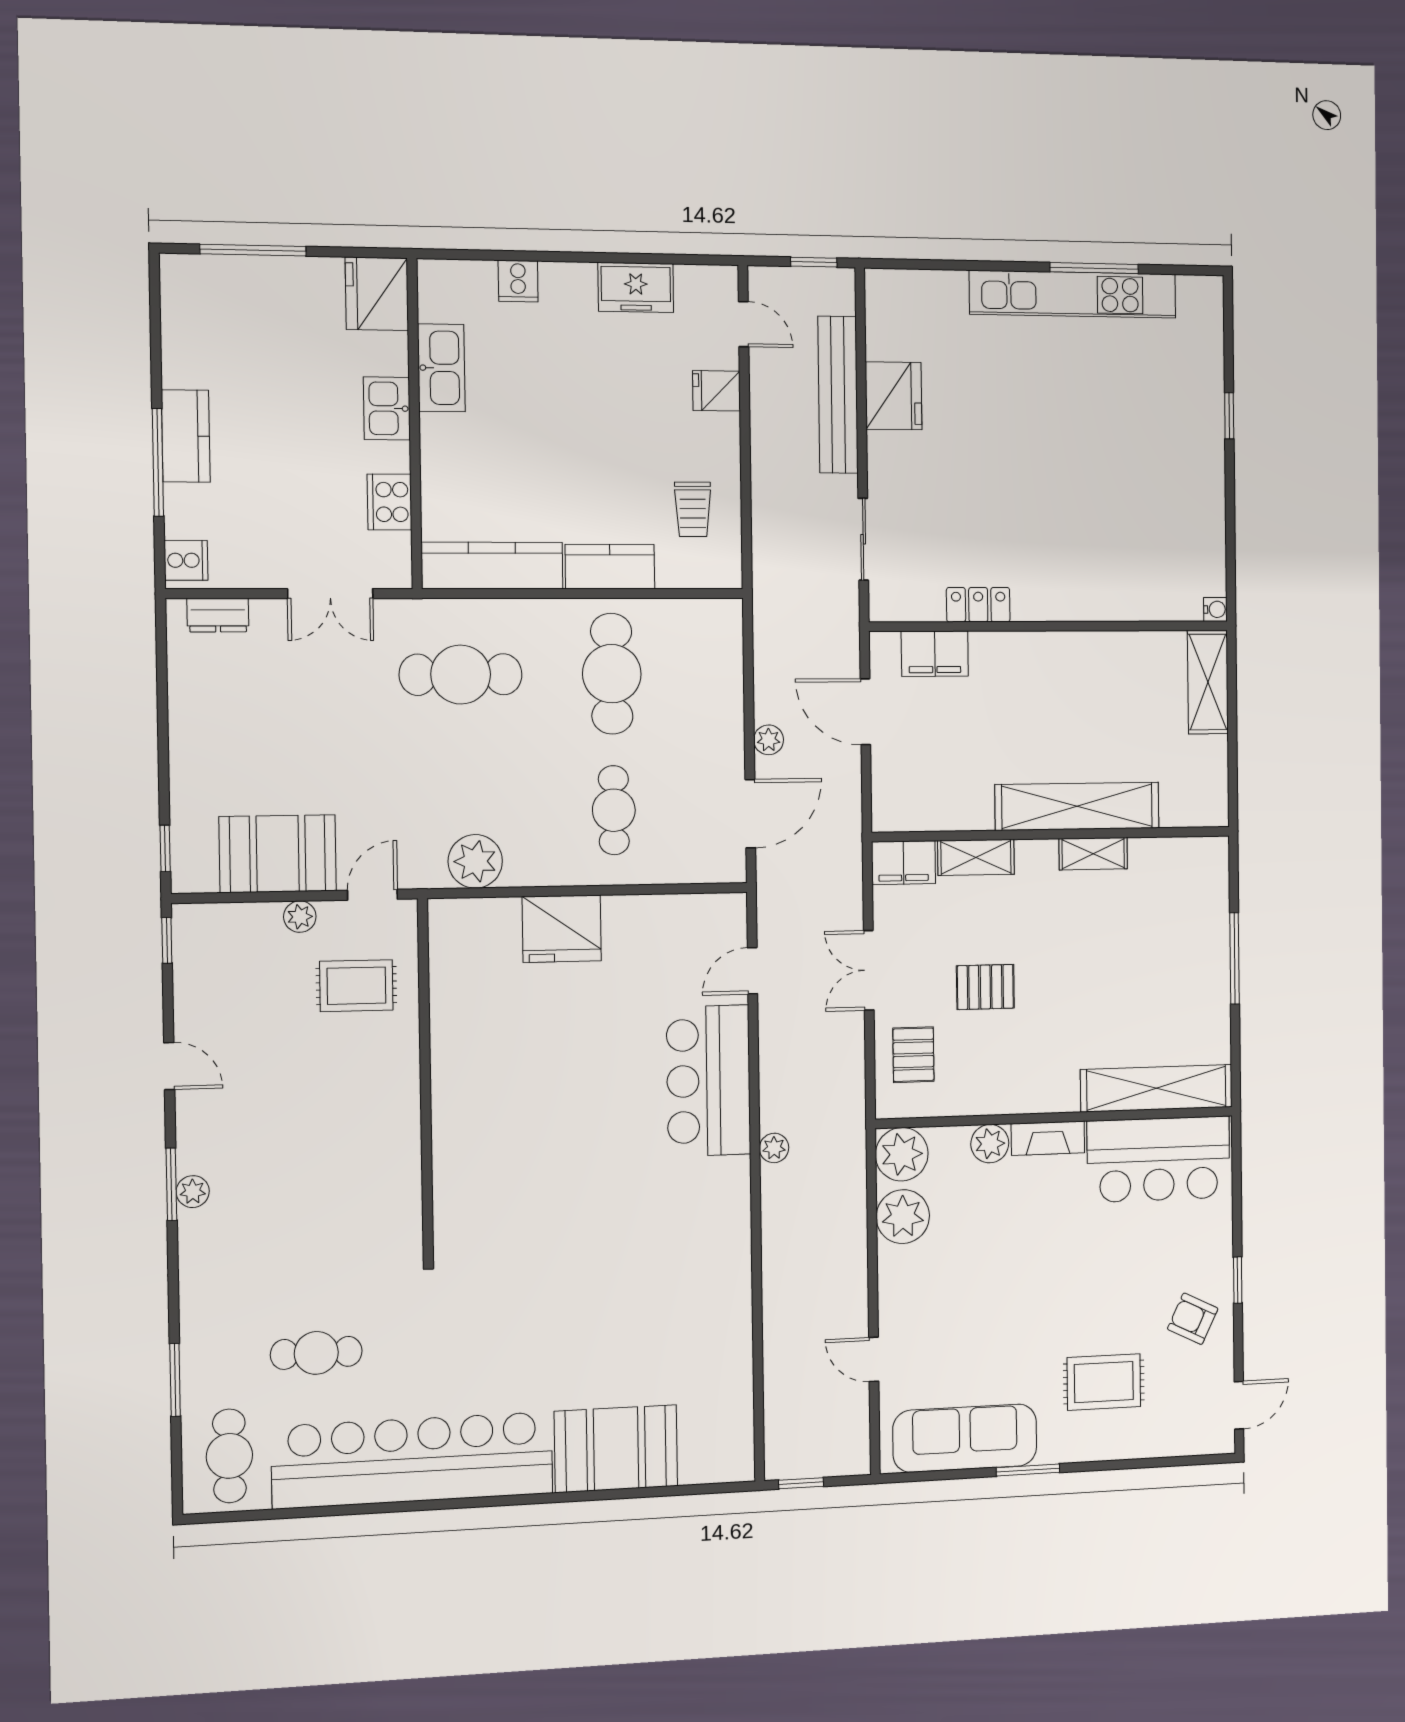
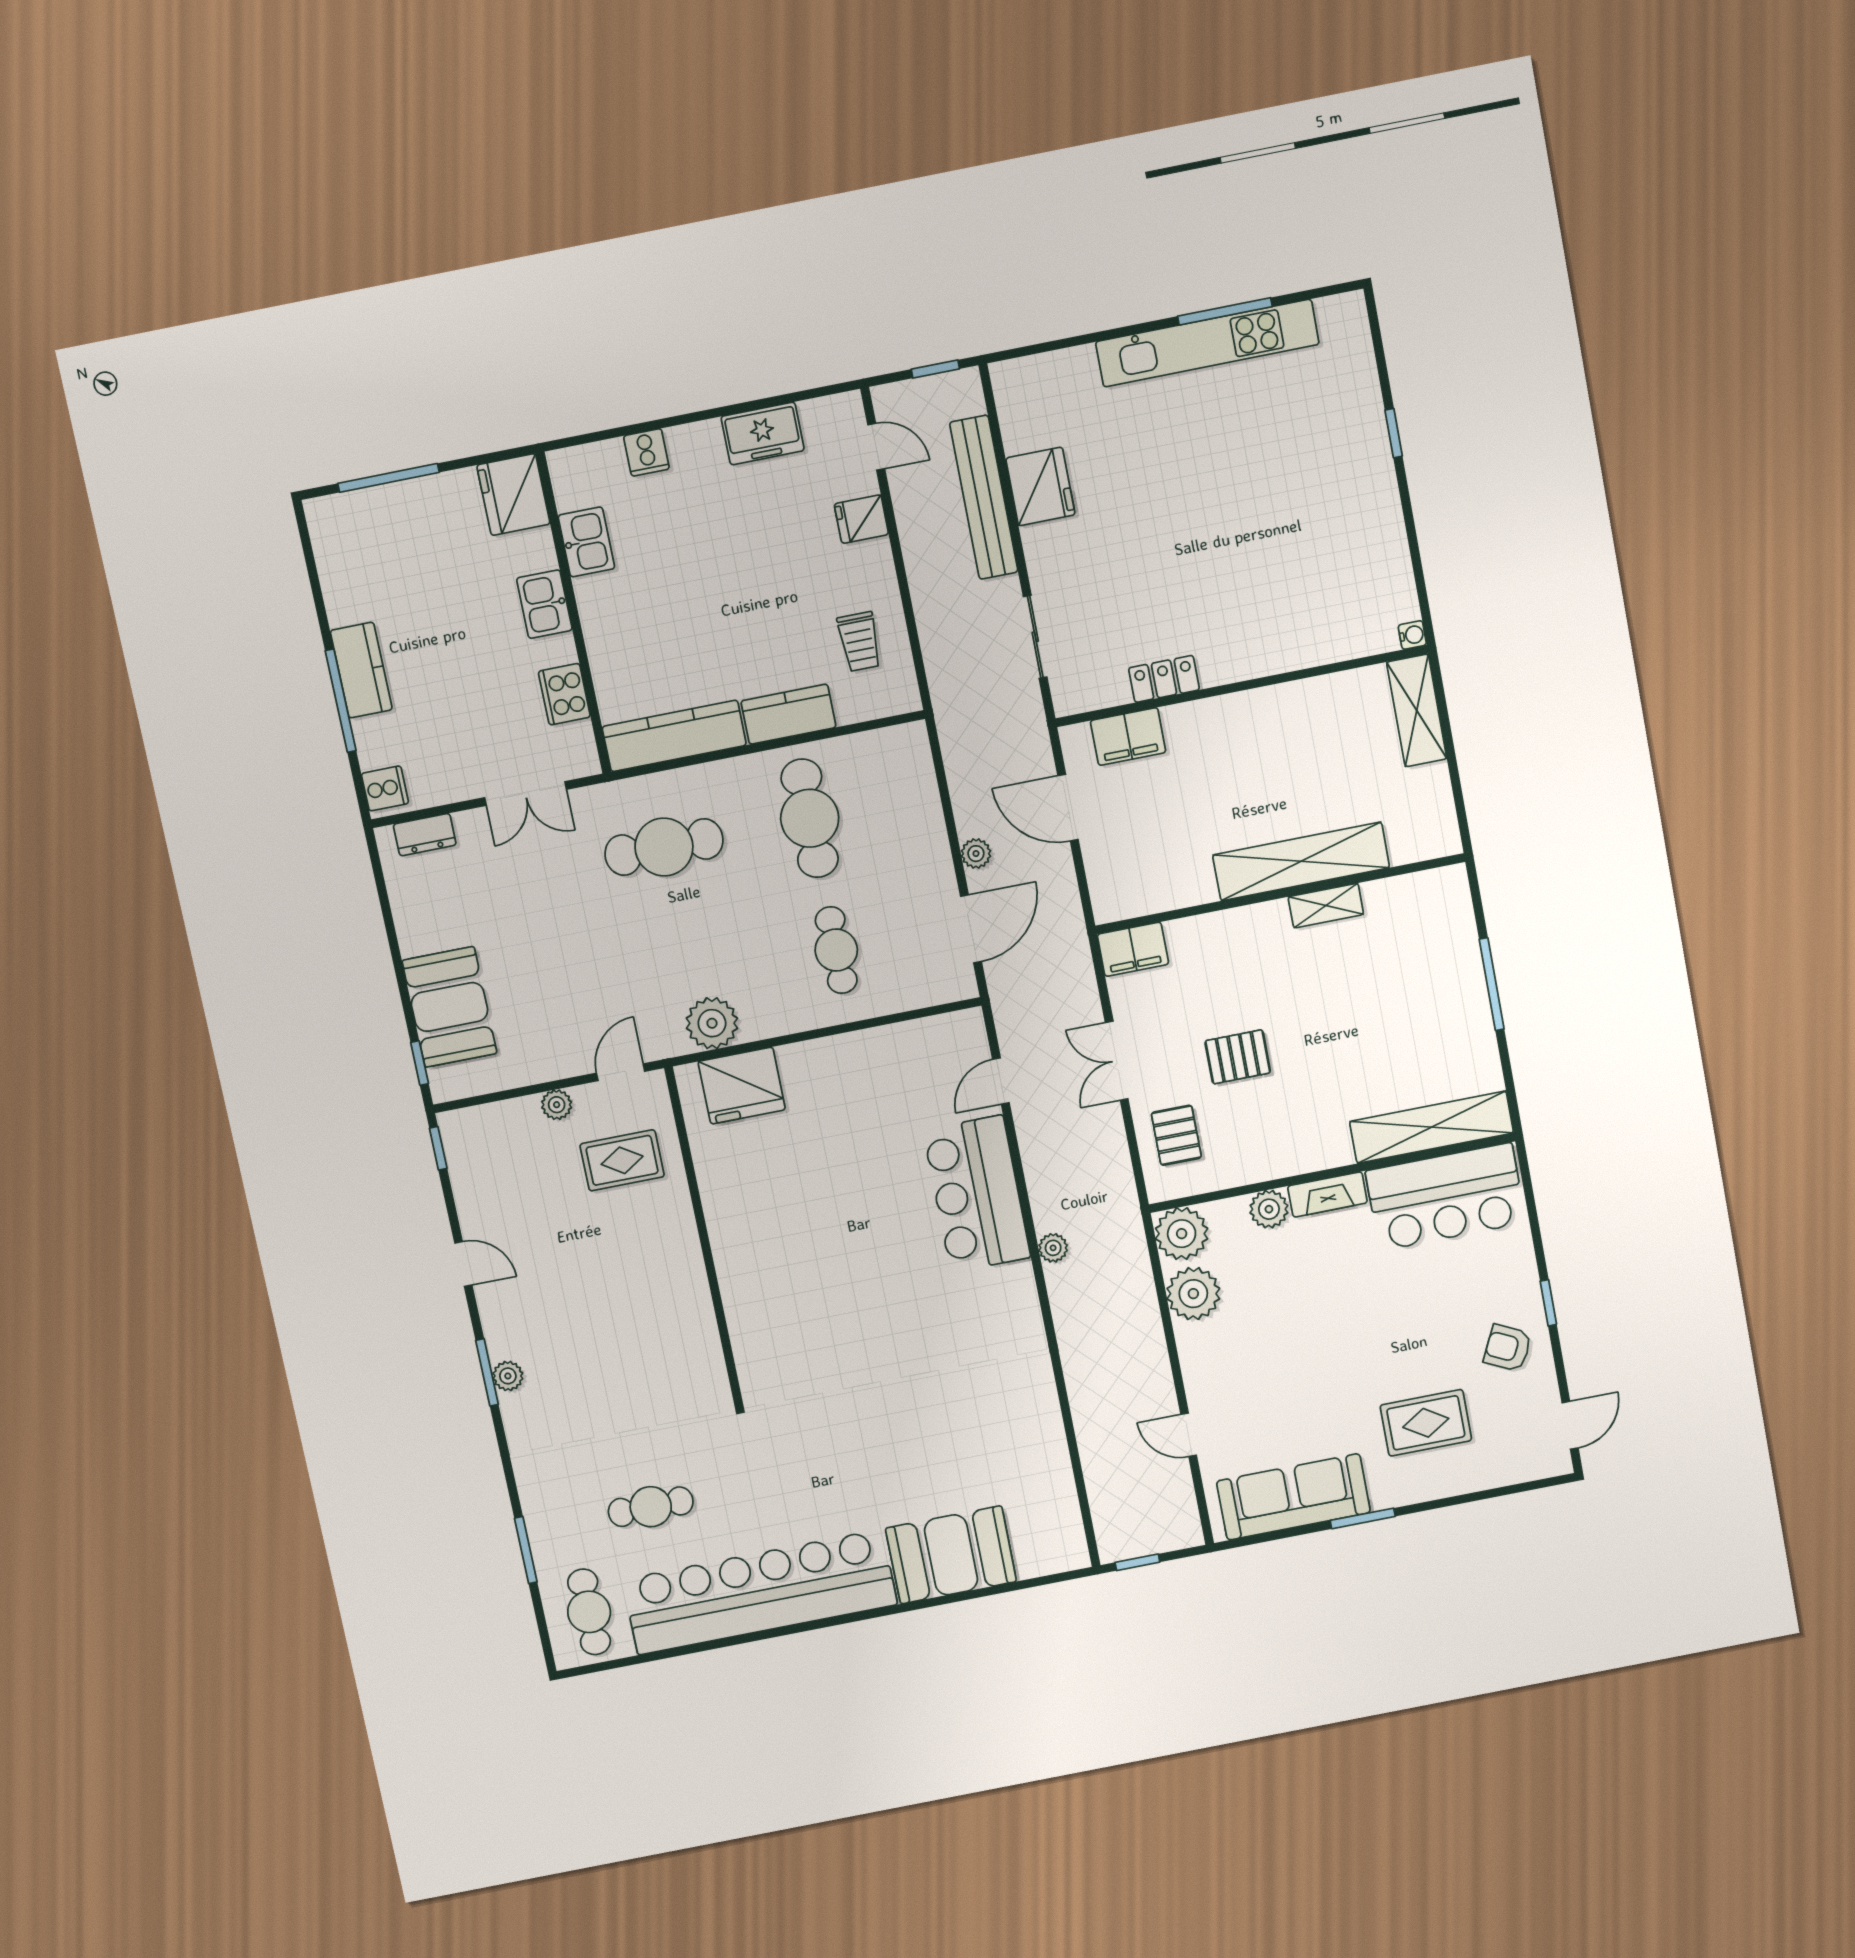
kitchen sink: (441, 368) -> (586, 542), width x0.73
booth: (278, 854) -> (450, 1007), moved, turned 90
shelving: (976, 857) -> (1206, 931), removed
fridge: (562, 929) -> (742, 1086), moved

